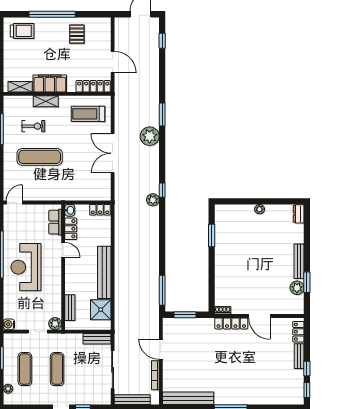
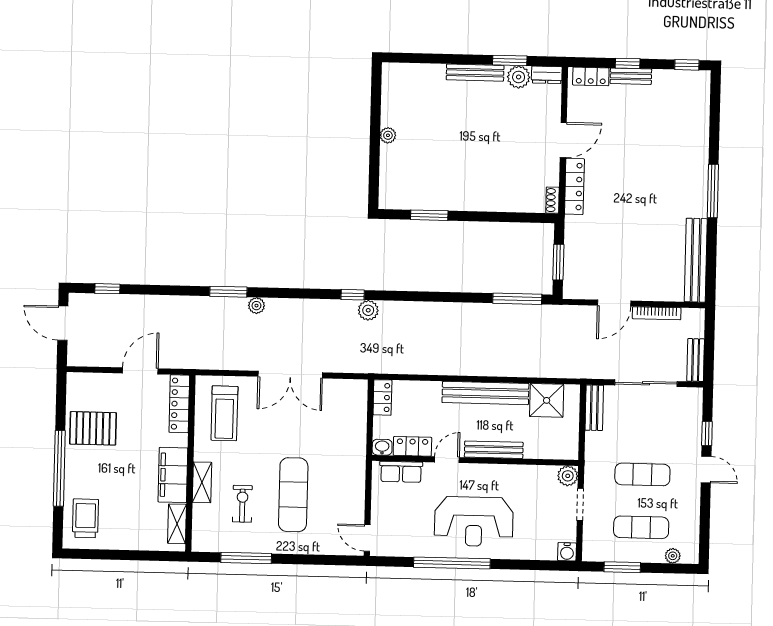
pallet: (77, 34) -> (93, 428), width x1.50, depth x1.42
plant: (150, 136) -> (256, 306), width x0.53, depth x0.53
dresser: (299, 214) -> (547, 75), moved
bench: (70, 308) -> (494, 450), moved, width x1.36
window: (307, 368) -> (628, 63), moved
bench: (132, 400) -> (696, 360), width x0.73

